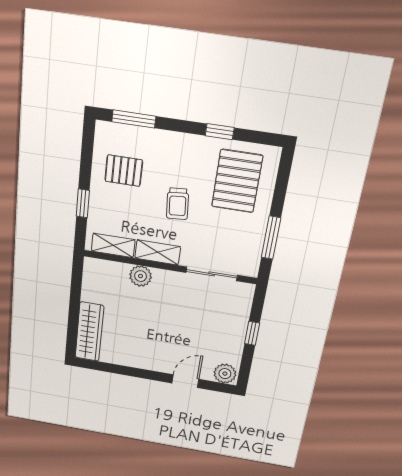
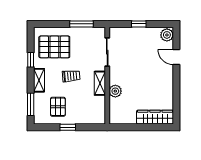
window: (83, 203) -> (68, 127), moved
shelving: (113, 245) -> (39, 80), moved

